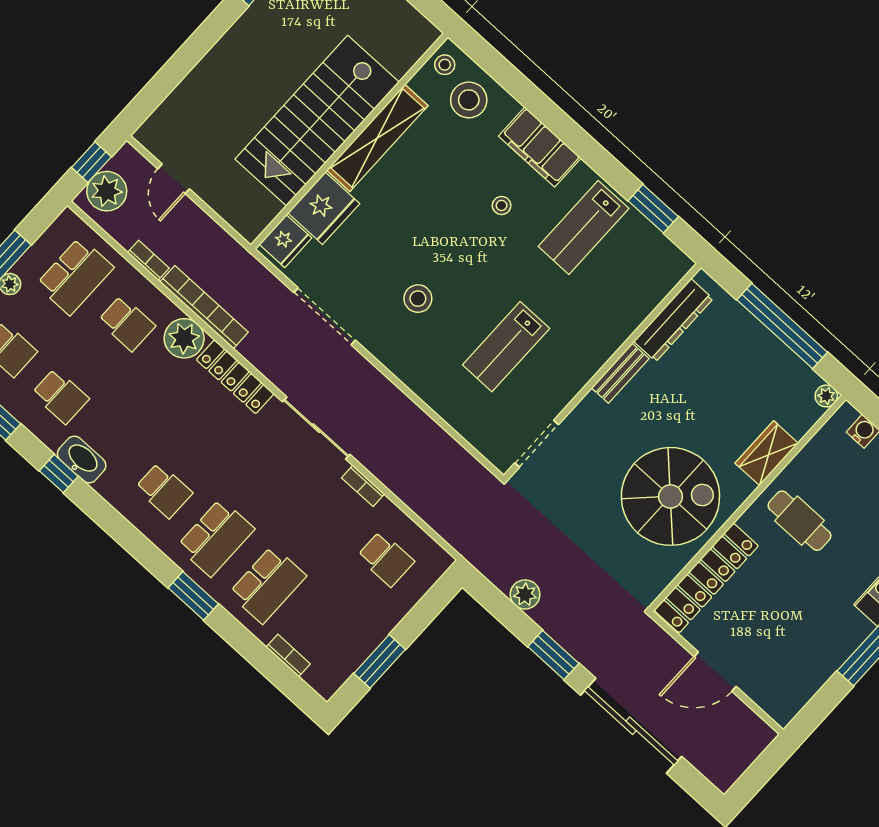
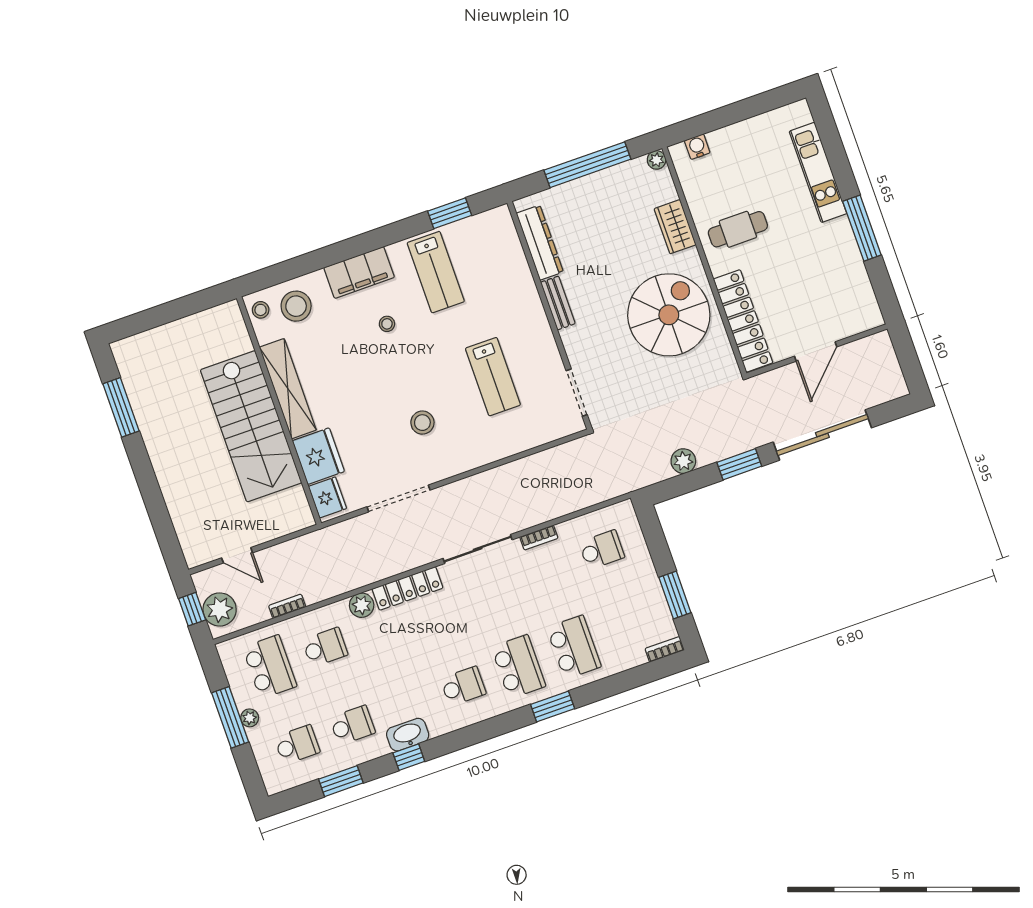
bookcase: (204, 307) -> (344, 584), removed
plant: (184, 338) -> (362, 605), width x0.73, depth x0.73
bookcase: (288, 655) -> (665, 649), moved

